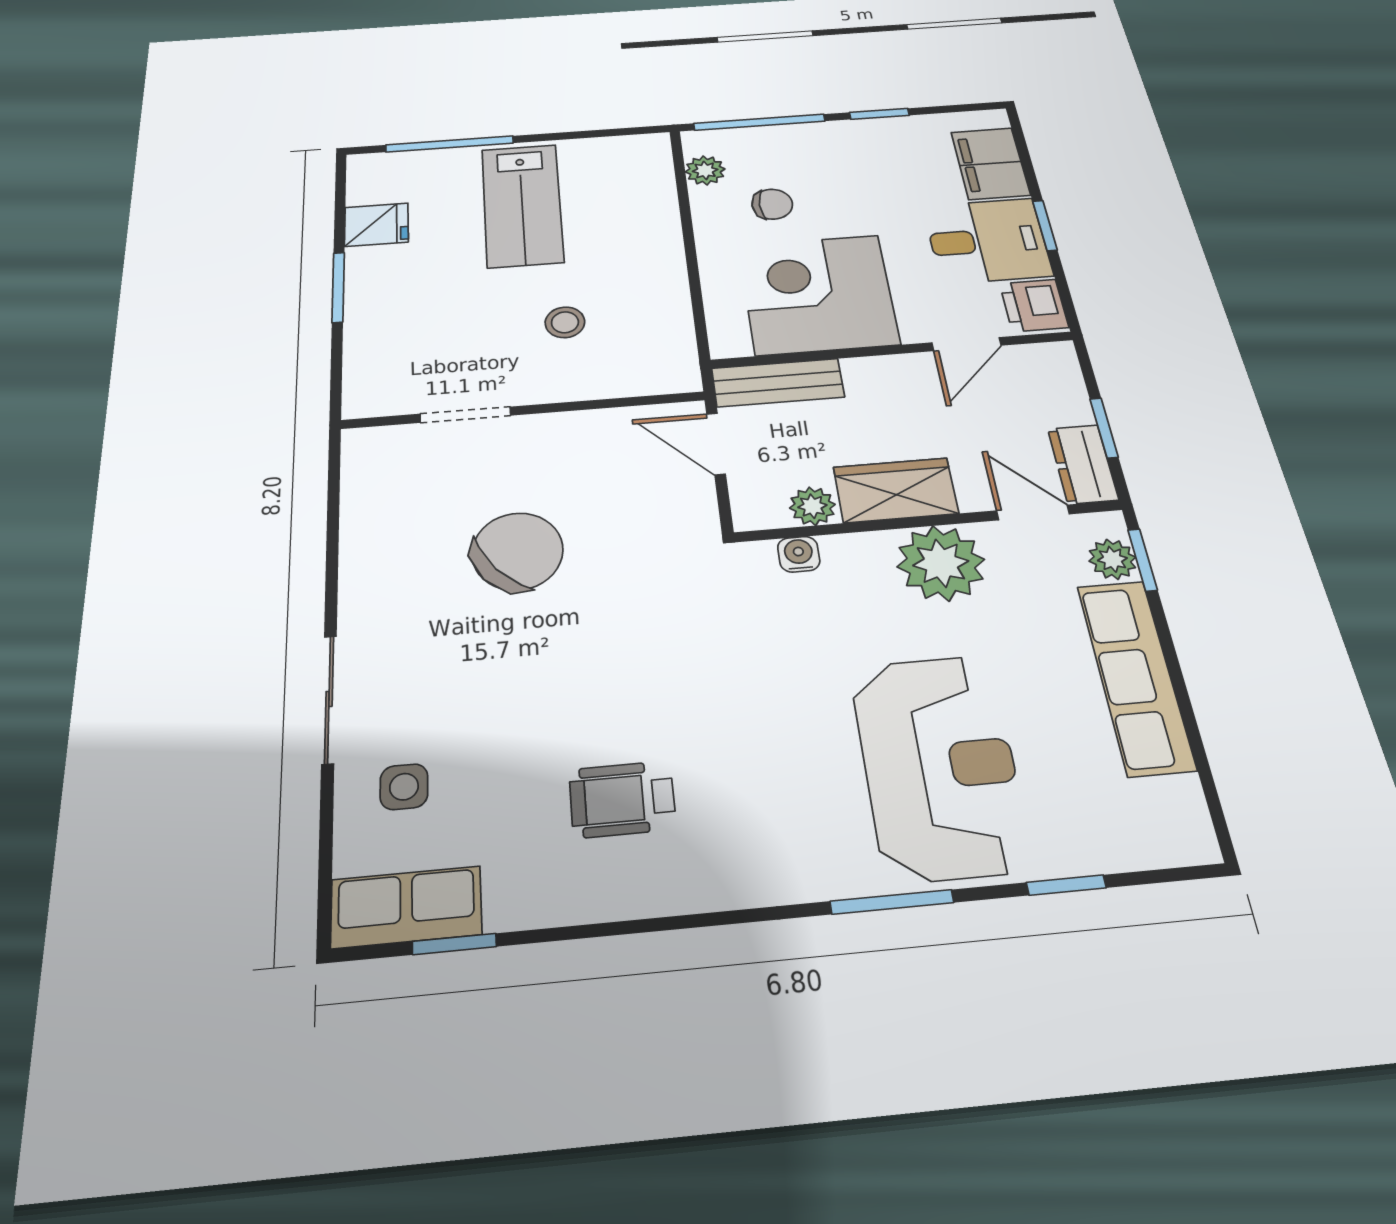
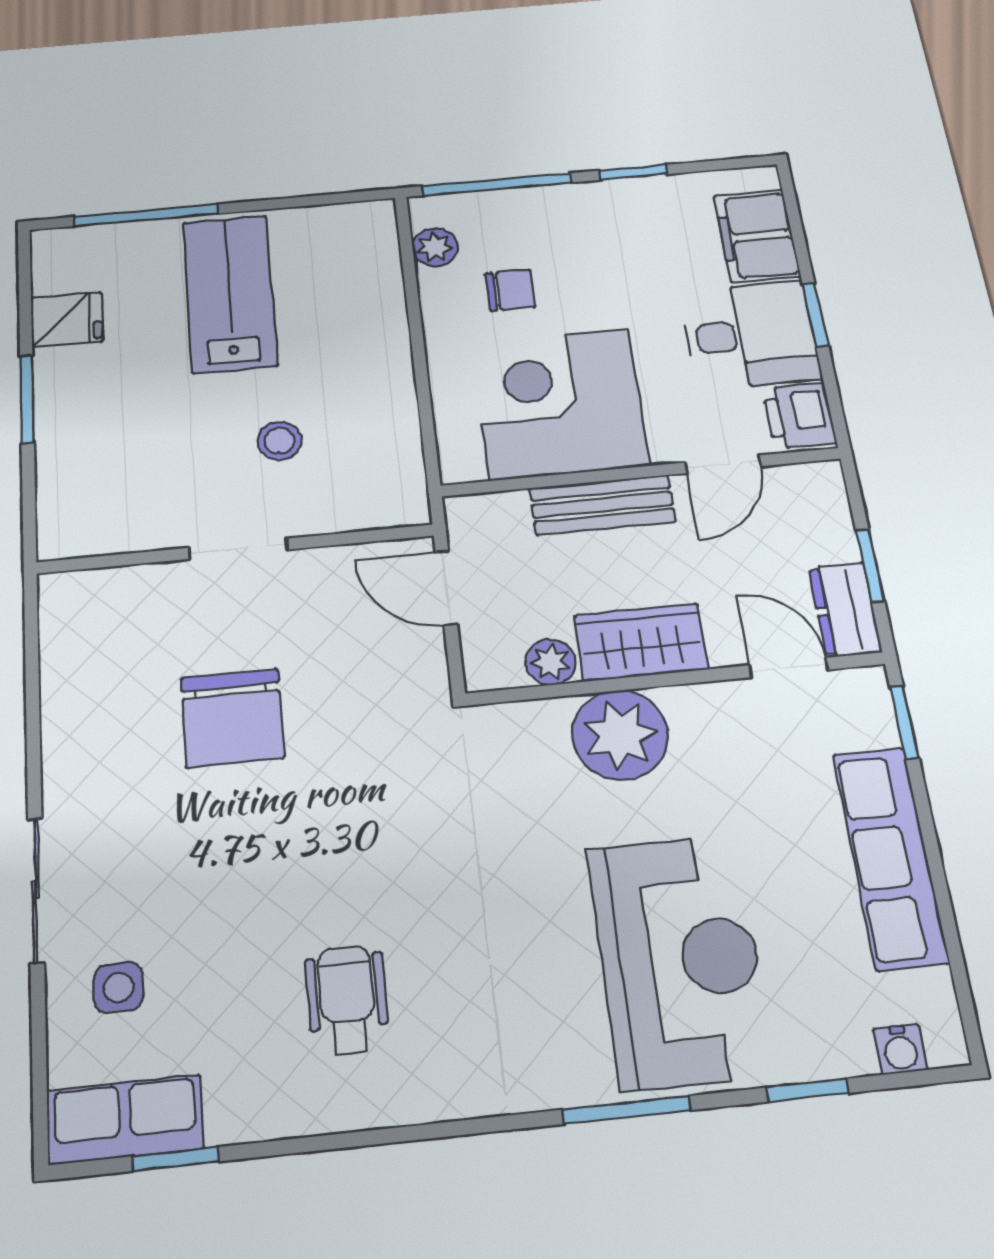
lab bench: (522, 205) -> (230, 293), turned 180
bench: (778, 383) -> (602, 505), moved
doorway: (465, 415) -> (238, 549), moved
chair: (517, 551) -> (232, 718), turned 130
water cooler: (799, 554) -> (900, 1049), moved, turned 180
plant: (1112, 559) -> (872, 722), removed
plant: (941, 563) -> (620, 735), moved
wheelchair: (622, 799) -> (347, 1000), turned 90

